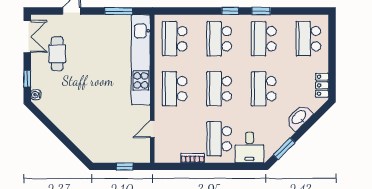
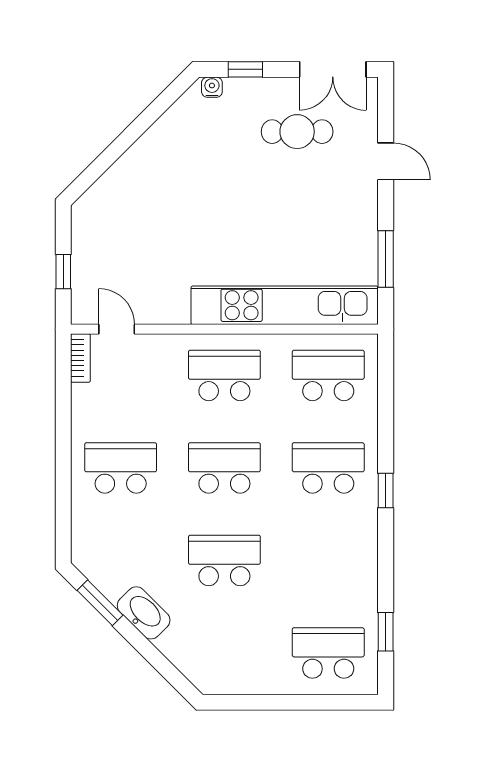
window: (261, 11) -> (386, 632), moved
school desk: (264, 39) -> (328, 560), removed
locker: (322, 85) -> (232, 681), removed
washbasin: (299, 117) -> (144, 613), moved
door: (152, 129) -> (117, 329), moved
desk: (249, 147) -> (103, 531), removed
bookcase: (193, 158) -> (80, 358), moved

